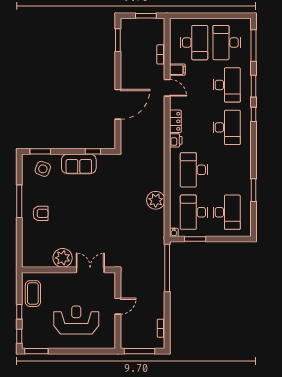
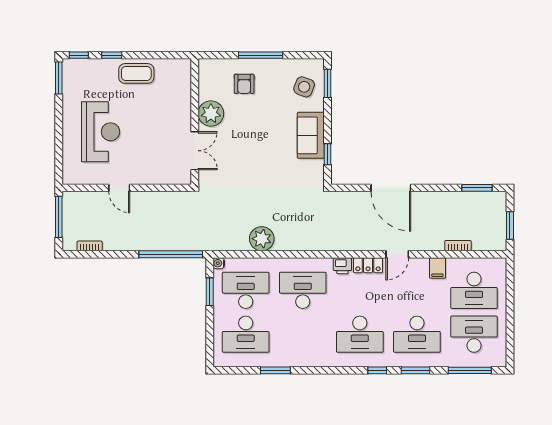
door: (167, 88) -> (397, 254), moved
plant: (63, 258) -> (211, 113), moved
wall: (69, 270) -> (195, 121), moved
double door: (90, 270) -> (195, 151), moved

